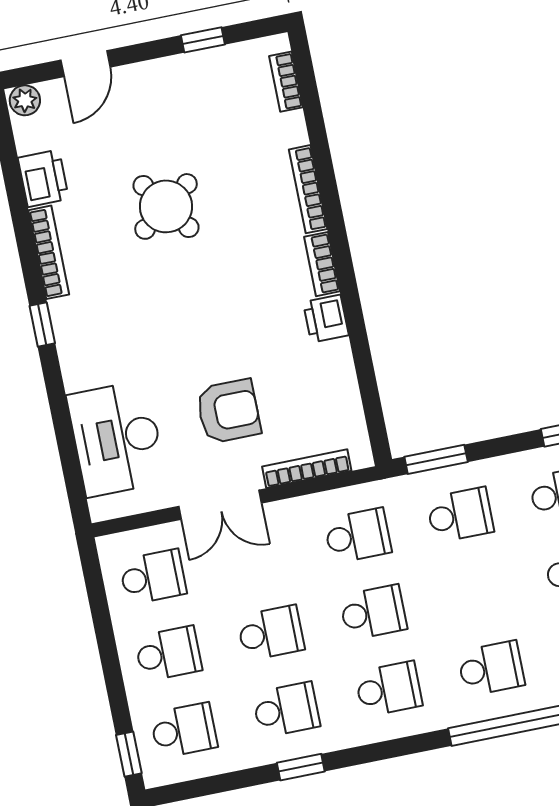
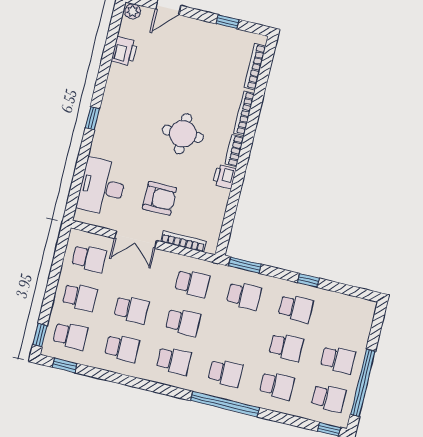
bookcase: (286, 82) -> (255, 67), width x1.56
round table: (166, 206) -> (183, 134), moved, turned 36
bookcase: (49, 252) -> (111, 86), removed
window: (301, 767) -> (65, 365), moved

